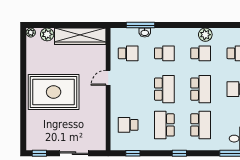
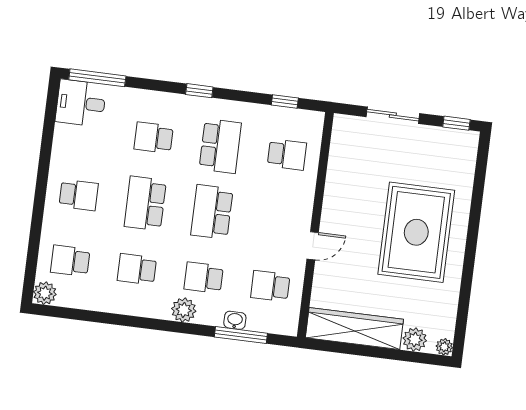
plant: (205, 35) -> (184, 310), moved
rug: (54, 92) -> (416, 232), turned 90
school desk: (201, 125) -> (154, 138), width x0.54

